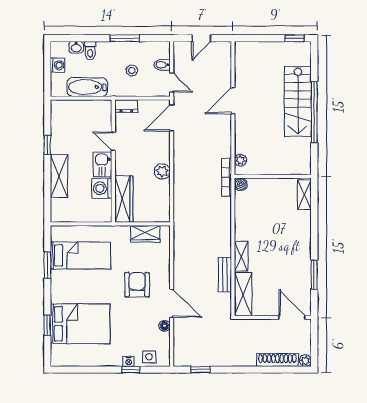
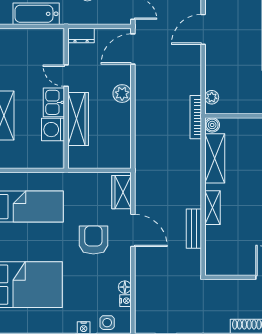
plant: (162, 171) -> (122, 94), moved
wardrobe: (124, 199) -> (78, 119), moved
wardrobe: (145, 234) -> (121, 192), moved, turned 90
shelving: (243, 294) -> (215, 158), moved
door: (172, 303) -> (133, 230), moved
nightstand: (165, 338) -> (126, 301), added

